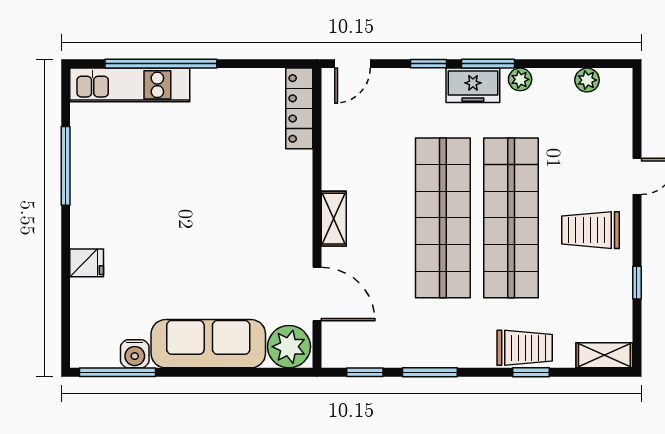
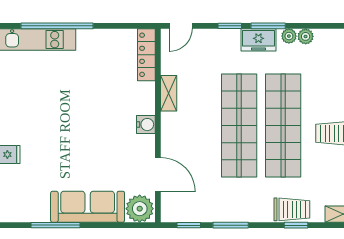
plant: (587, 80) -> (306, 36), moved
shelving: (334, 219) -> (169, 93), moved
water cooler: (135, 354) -> (146, 125), moved, turned -90
window: (118, 372) -> (56, 225), moved

